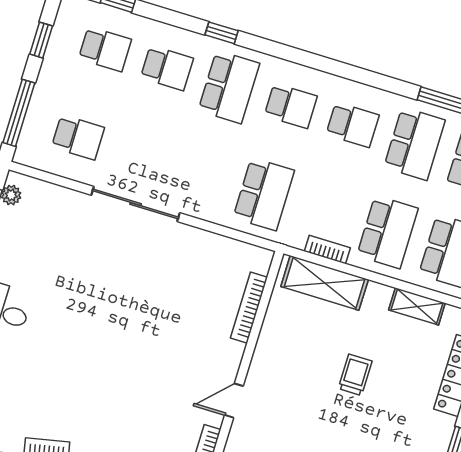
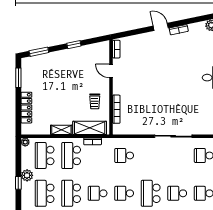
school desk: (264, 194) -> (124, 155), width x0.54
shelving: (417, 306) -> (61, 130), moved
trolley: (355, 375) -> (95, 101), moved
door: (234, 401) -> (111, 71), swing flipped

